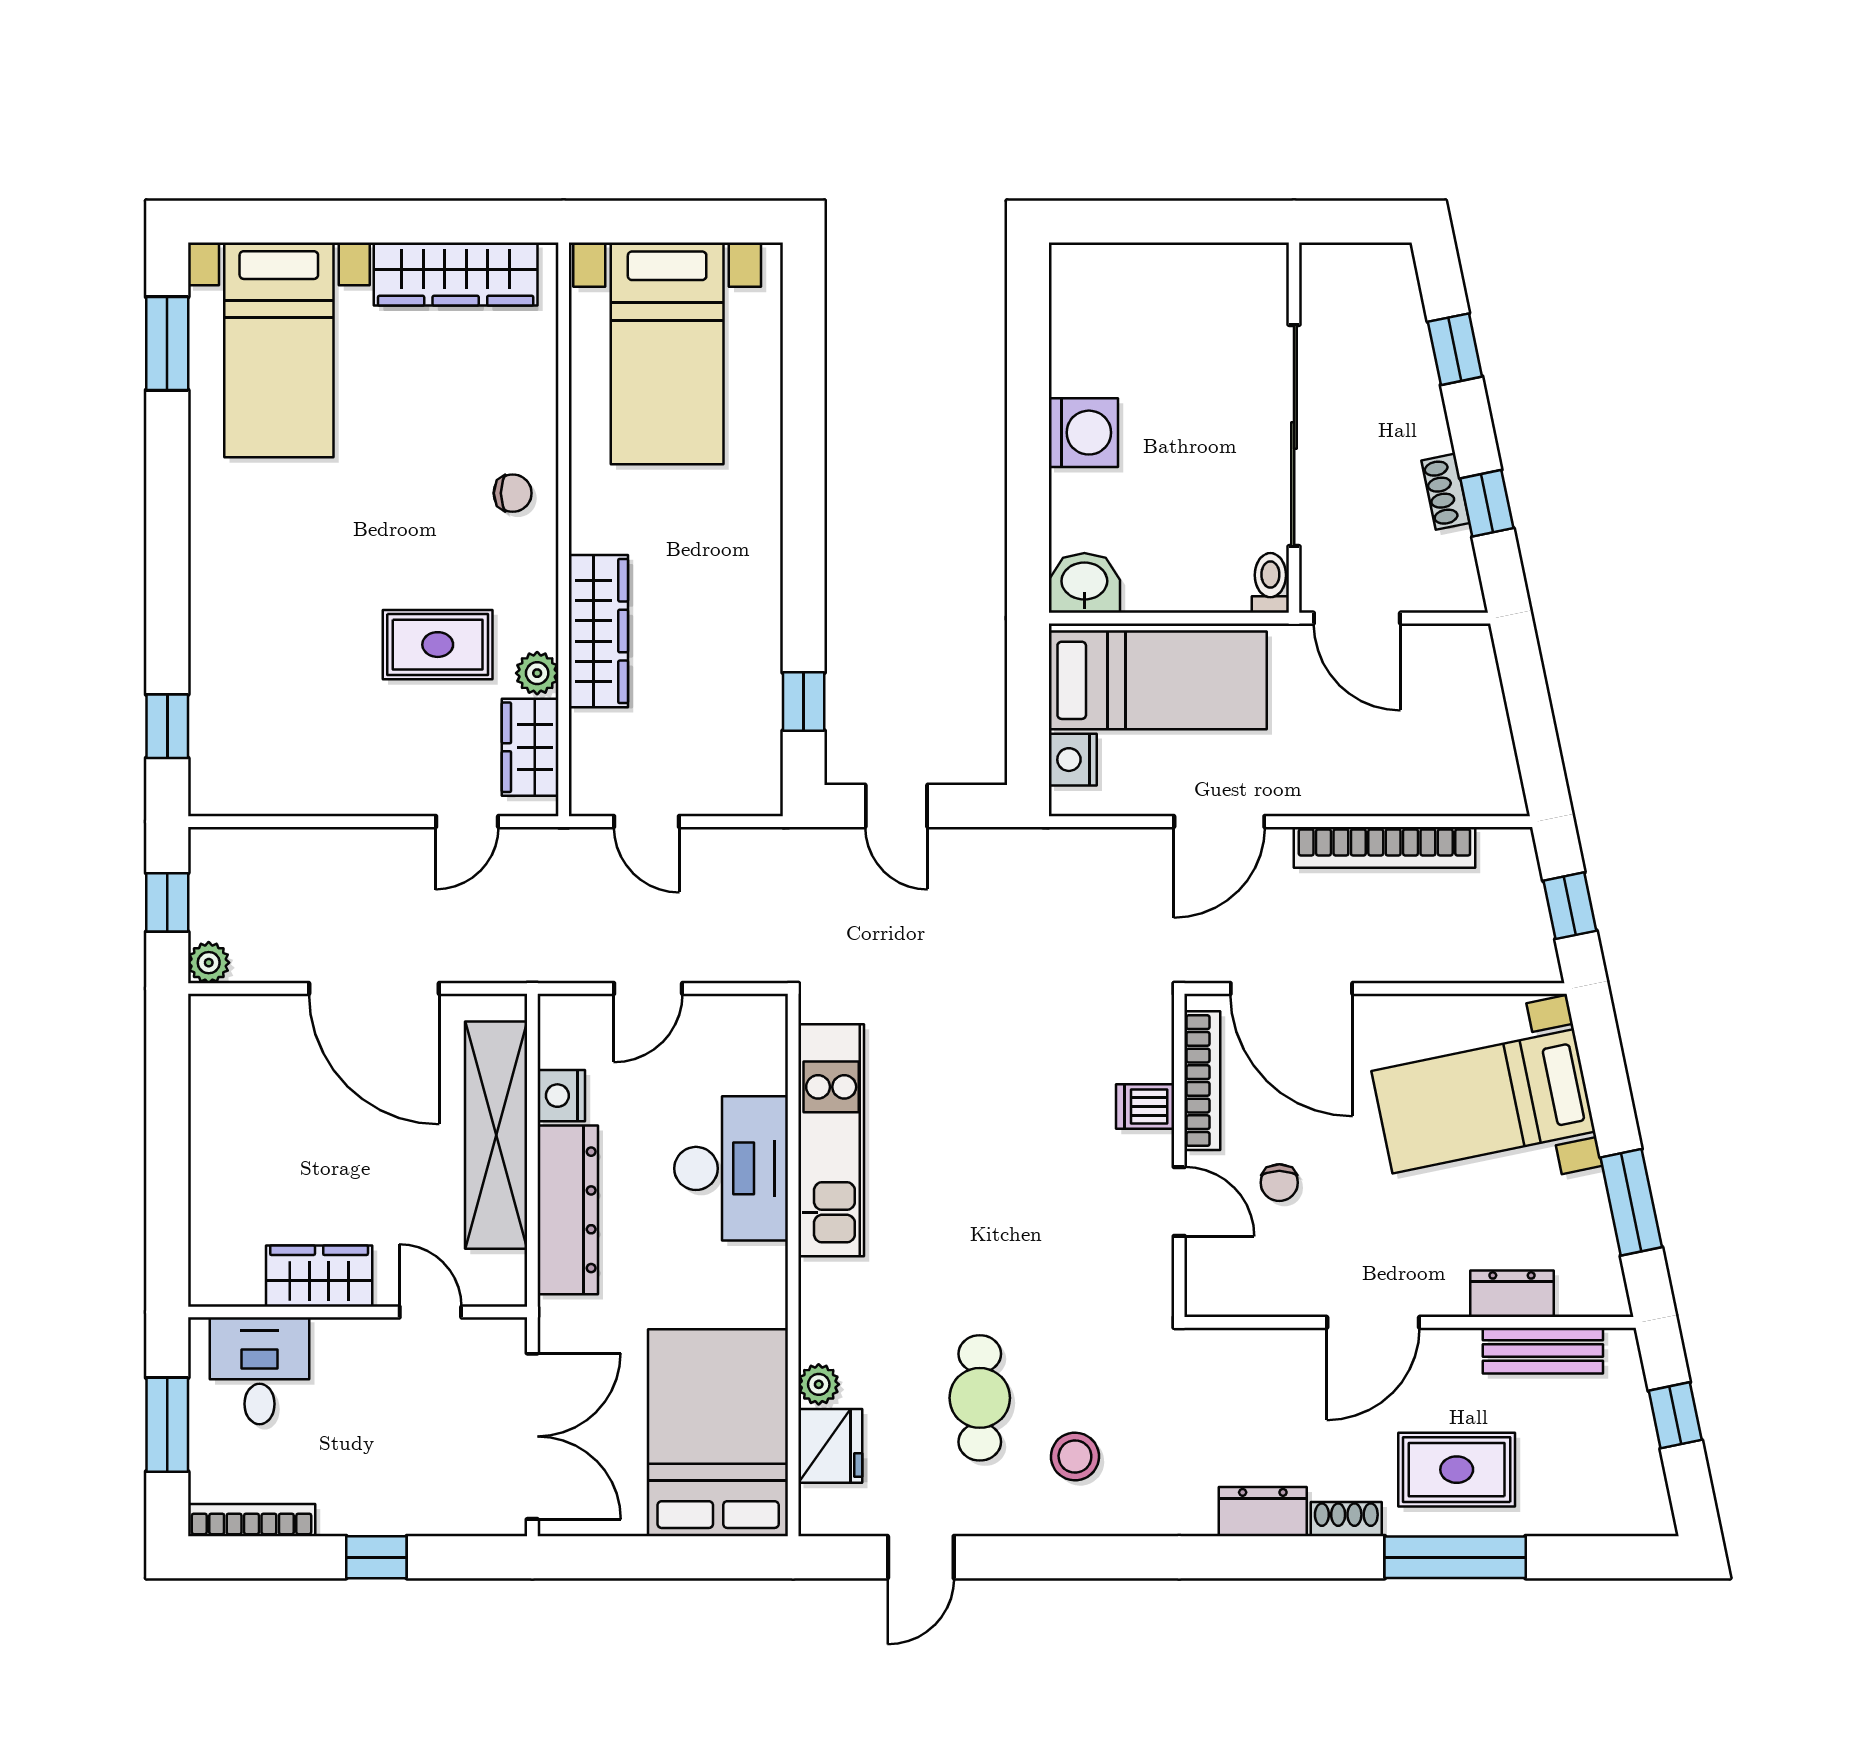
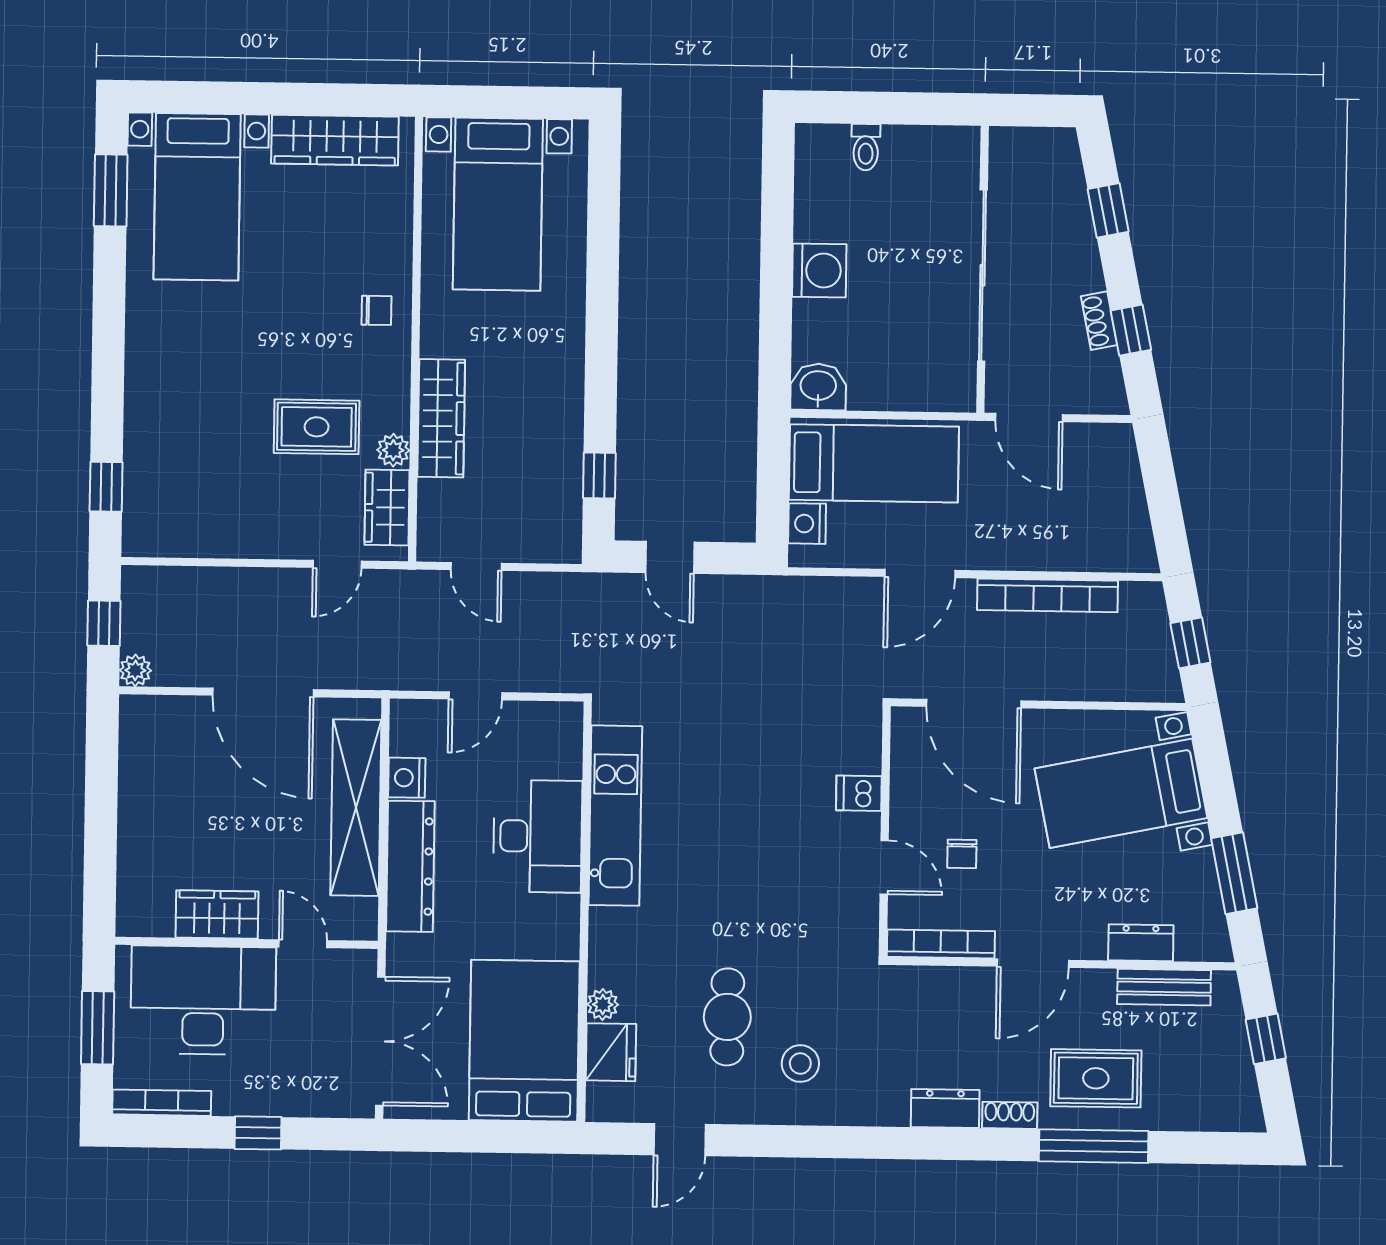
toilet: (1270, 583) -> (866, 147), moved, turned 180
bookcase: (1202, 1081) -> (941, 944), moved, turned -90
desk: (260, 1371) -> (203, 1000), width x1.87, depth x1.30

